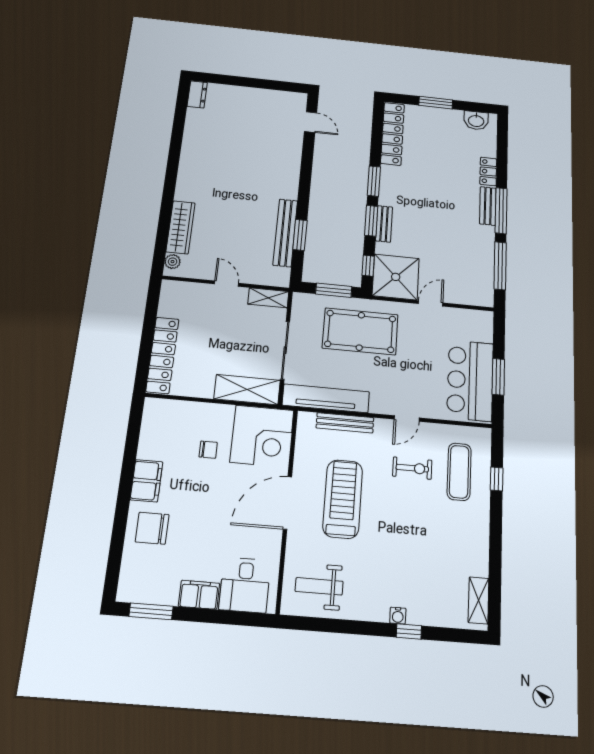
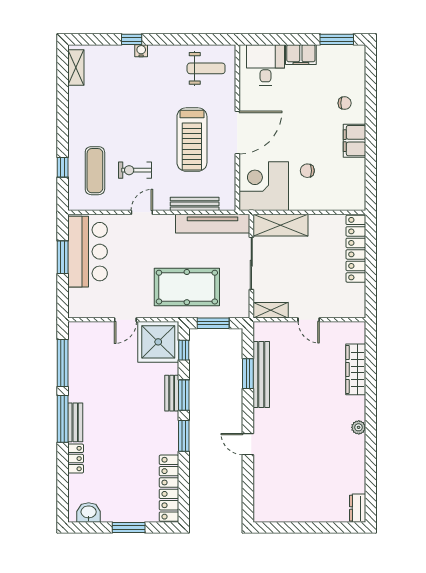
door: (311, 122) -> (248, 444), moved
plant: (173, 262) -> (359, 427), moved
chair: (152, 528) -> (345, 103), width x0.54, depth x0.54

